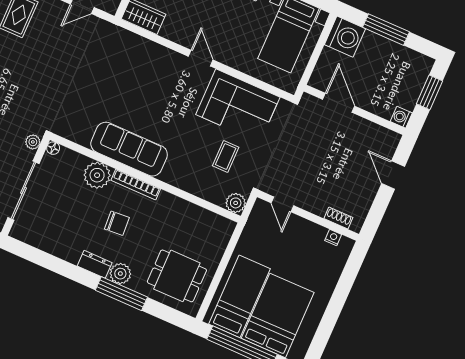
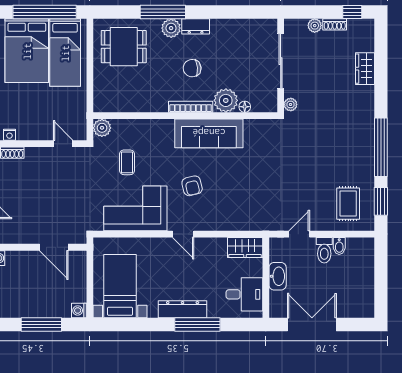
washing machine: (345, 37) -> (79, 310), width x0.53, depth x0.53
armchair: (170, 103) -> (192, 186), added
floor lamp: (53, 148) -> (245, 107), moved

